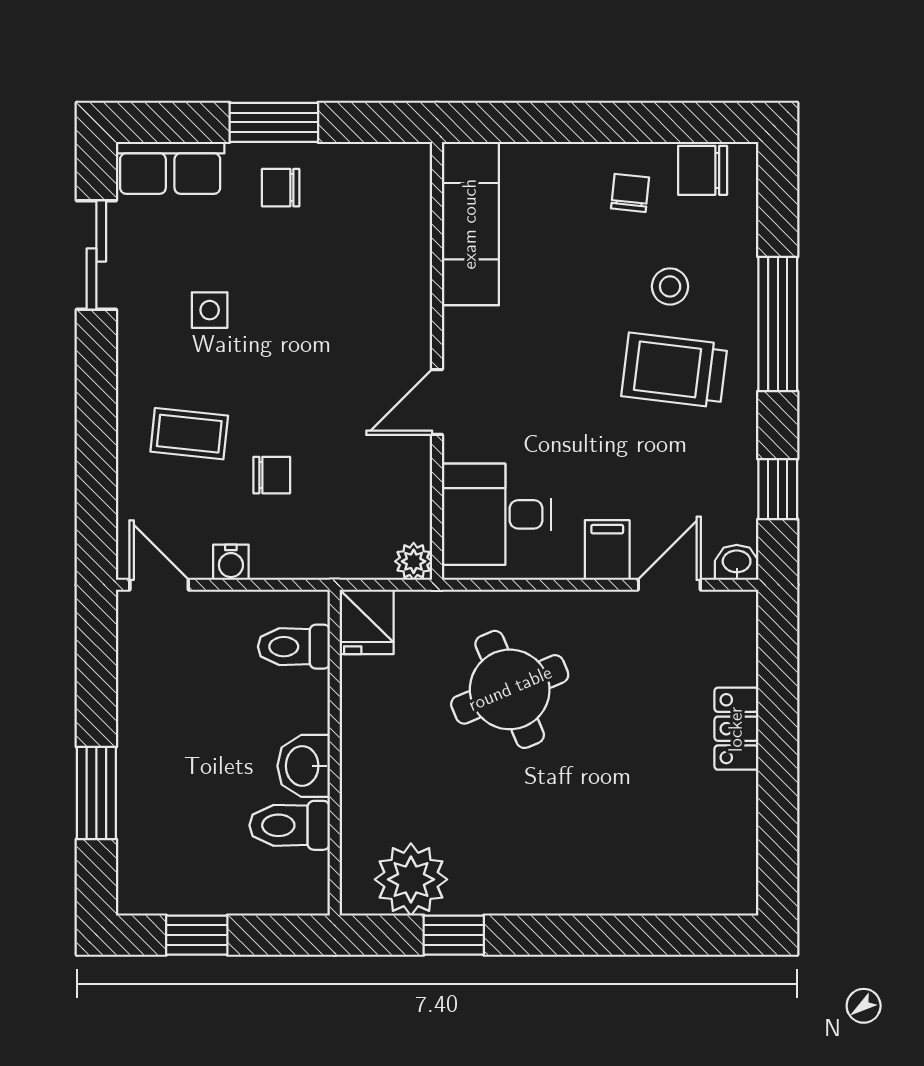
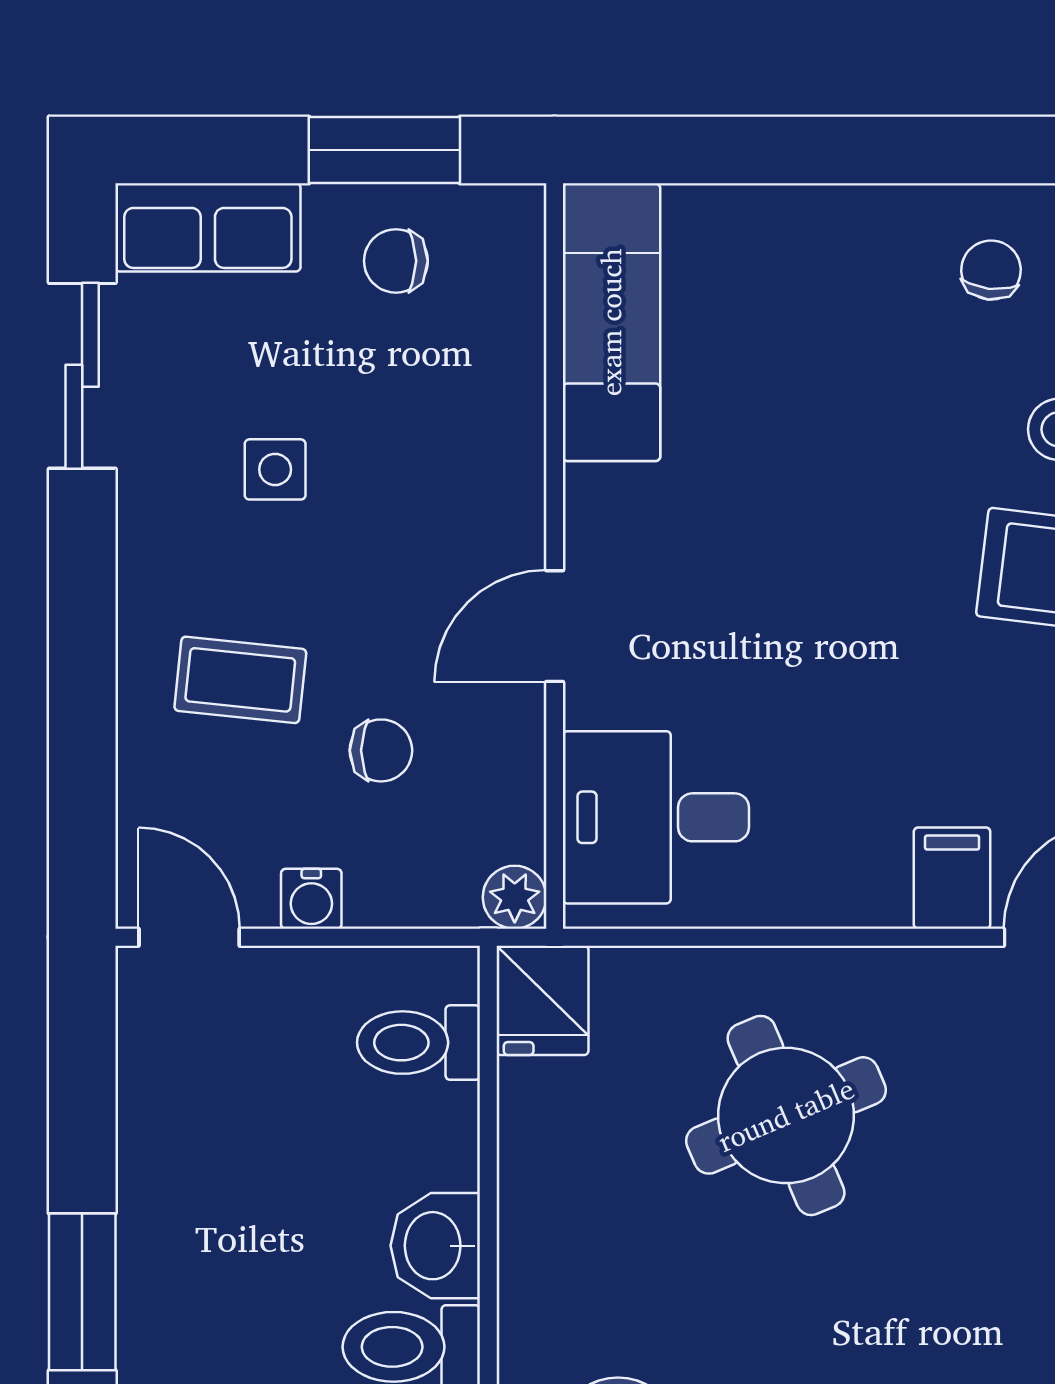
exam couch: (470, 224) -> (611, 322), moved
wall: (437, 361) -> (555, 556), moved
door: (437, 402) -> (555, 626), moved
desk: (497, 514) -> (656, 817), moved
plant: (414, 561) -> (515, 897), moved

